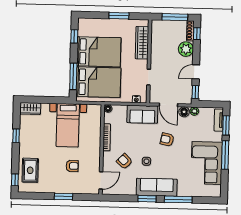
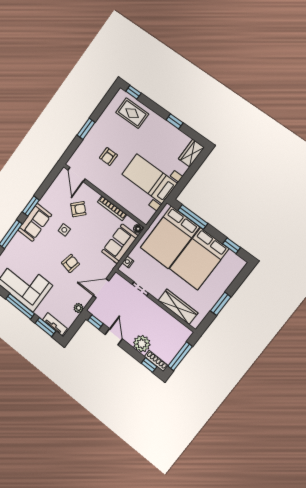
floor lamp: (184, 112) -> (85, 298), removed
sofa: (142, 114) -> (120, 244), moved
sofa: (157, 187) -> (35, 222), width x0.73

